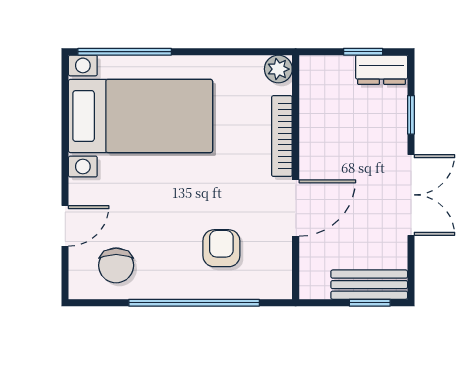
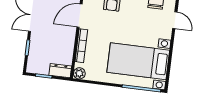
dresser: (382, 70) -> (60, 71), moved
door: (65, 226) -> (175, 20), swing flipped

